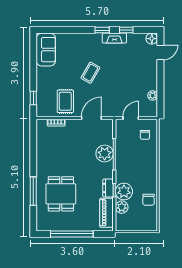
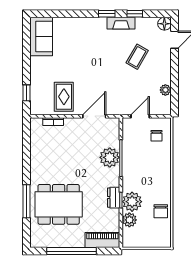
coffee table: (90, 73) -> (137, 57), moved
dining table: (61, 194) -> (59, 204), width x1.38
piano: (107, 213) -> (102, 240), moved, turned 90

